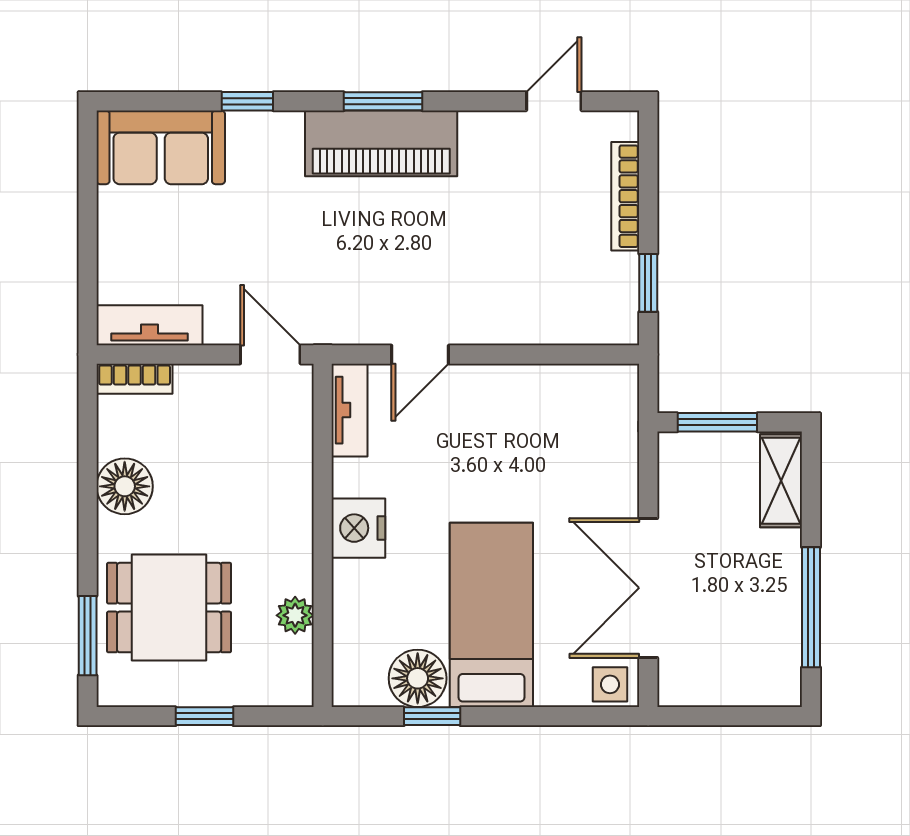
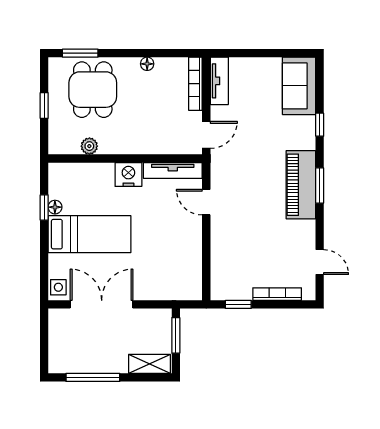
bookcase: (135, 379) -> (195, 84), width x1.56
tv unit: (350, 410) -> (173, 170), width x1.41
floor lamp: (125, 486) -> (147, 64), width x0.53, depth x0.53
floor lamp: (418, 678) -> (55, 207), width x0.53, depth x0.53

